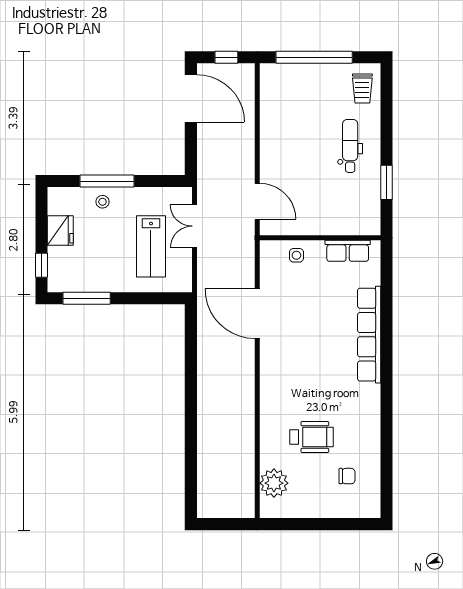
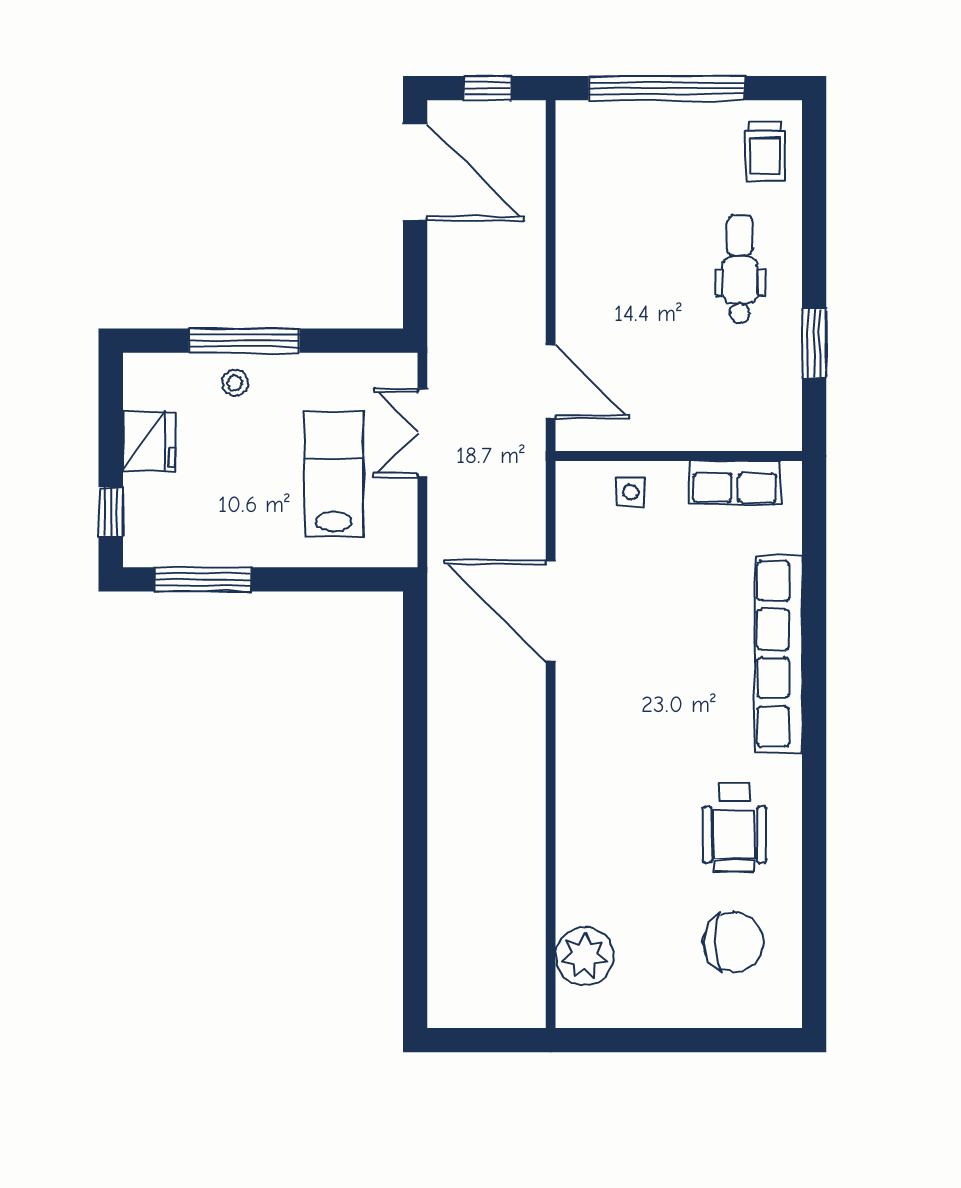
lab bench: (151, 246) -> (334, 474), turned 180
wheelchair: (311, 437) -> (734, 828), moved, turned 90
chair: (347, 476) -> (733, 942), width x1.87, depth x1.87

